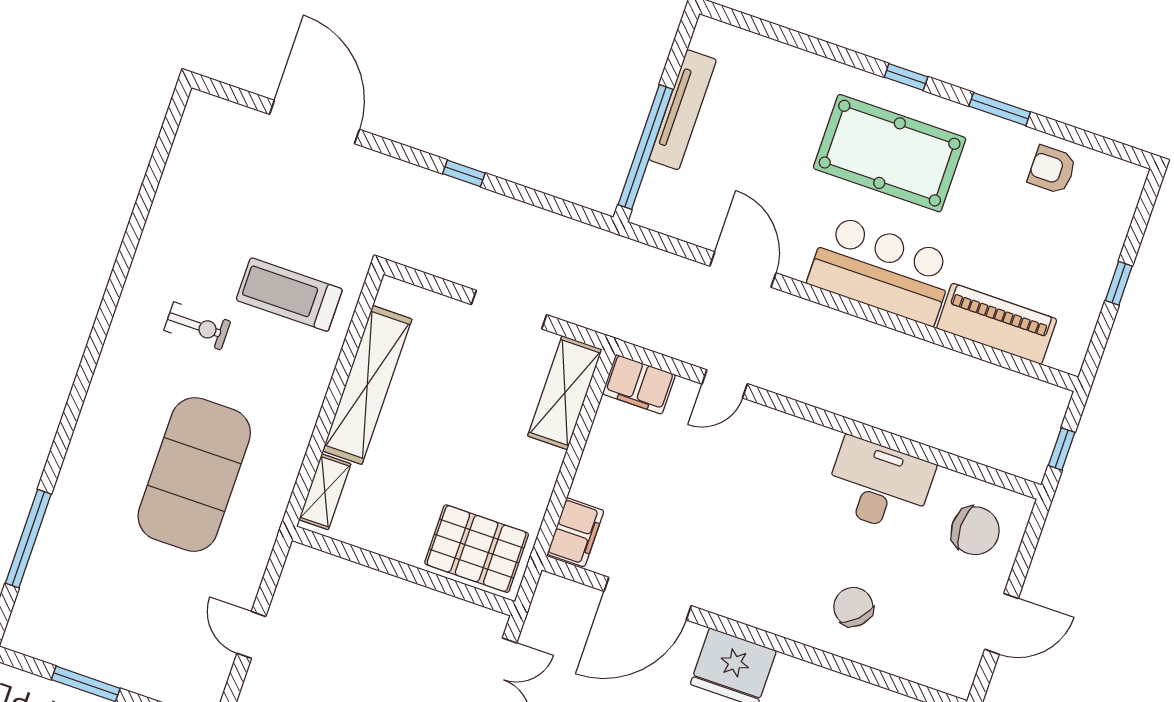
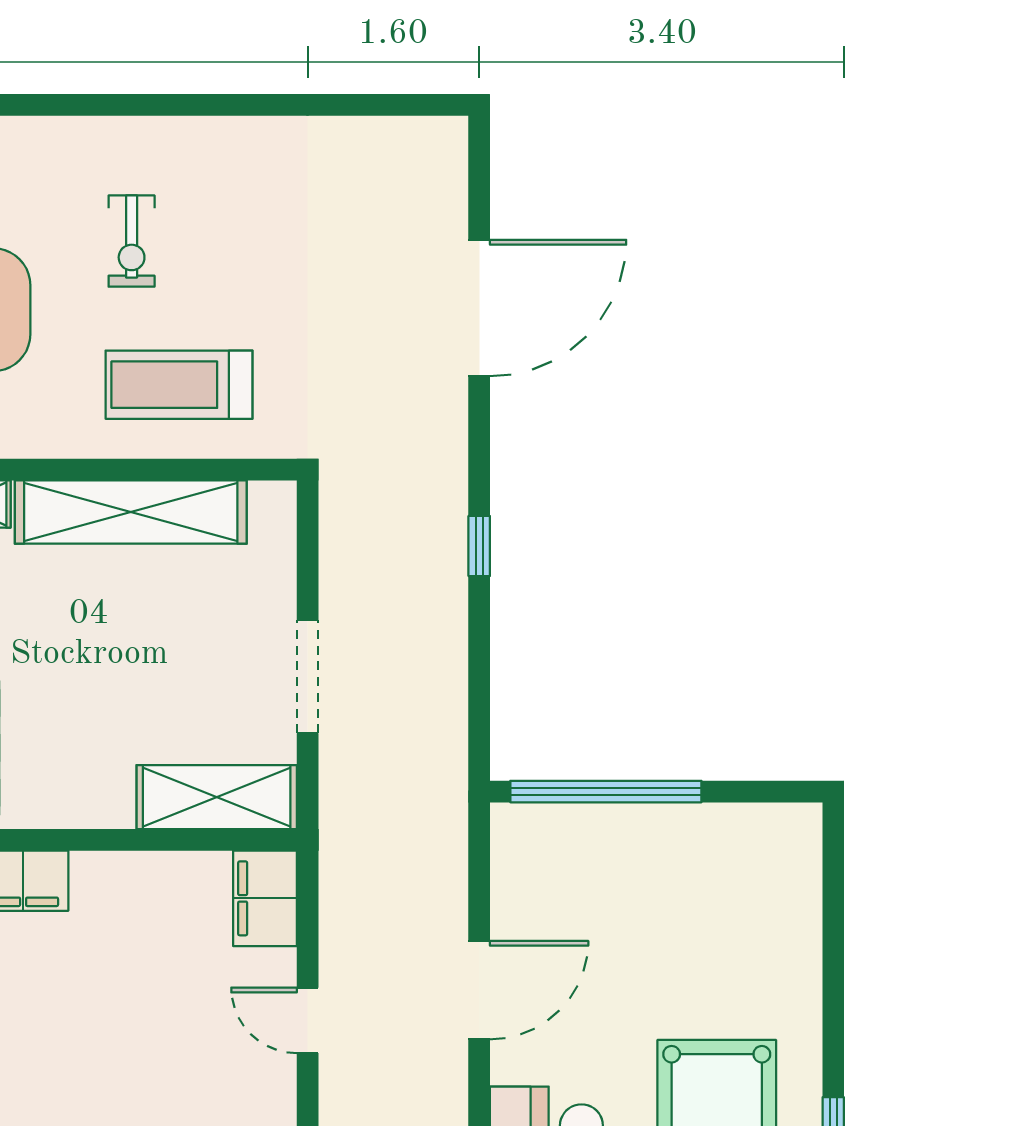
tv unit: (683, 110) -> (677, 826), removed
treadmill: (289, 295) -> (179, 385), moved, turned -90

